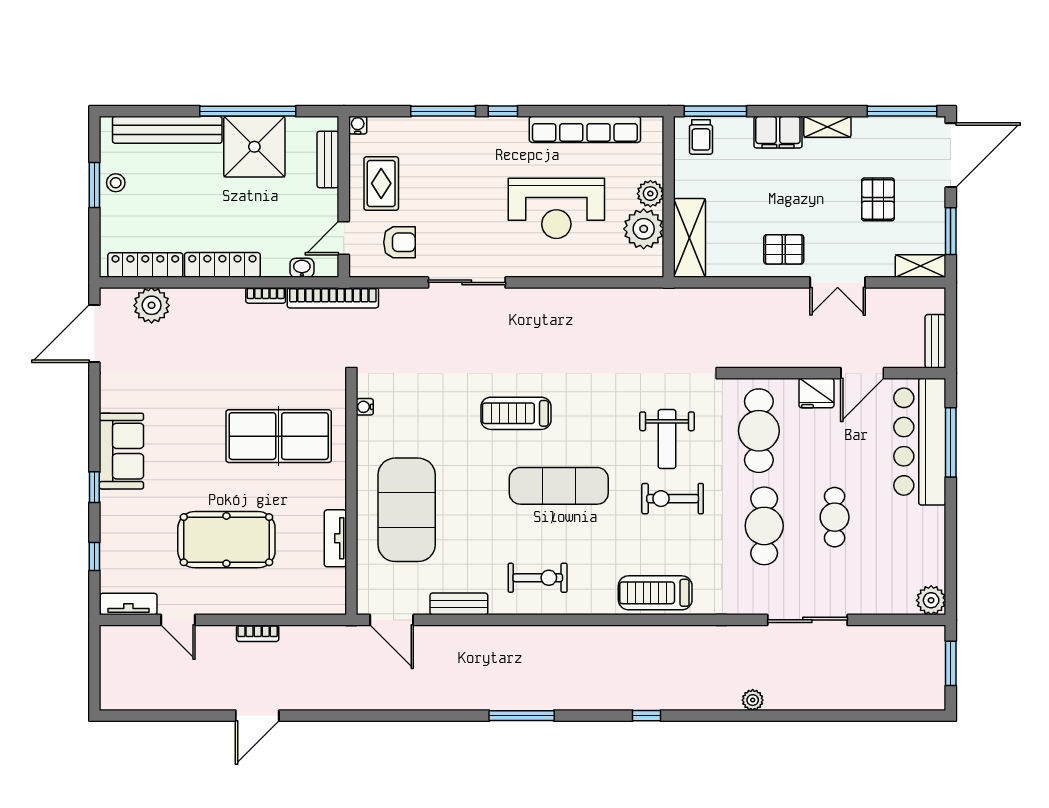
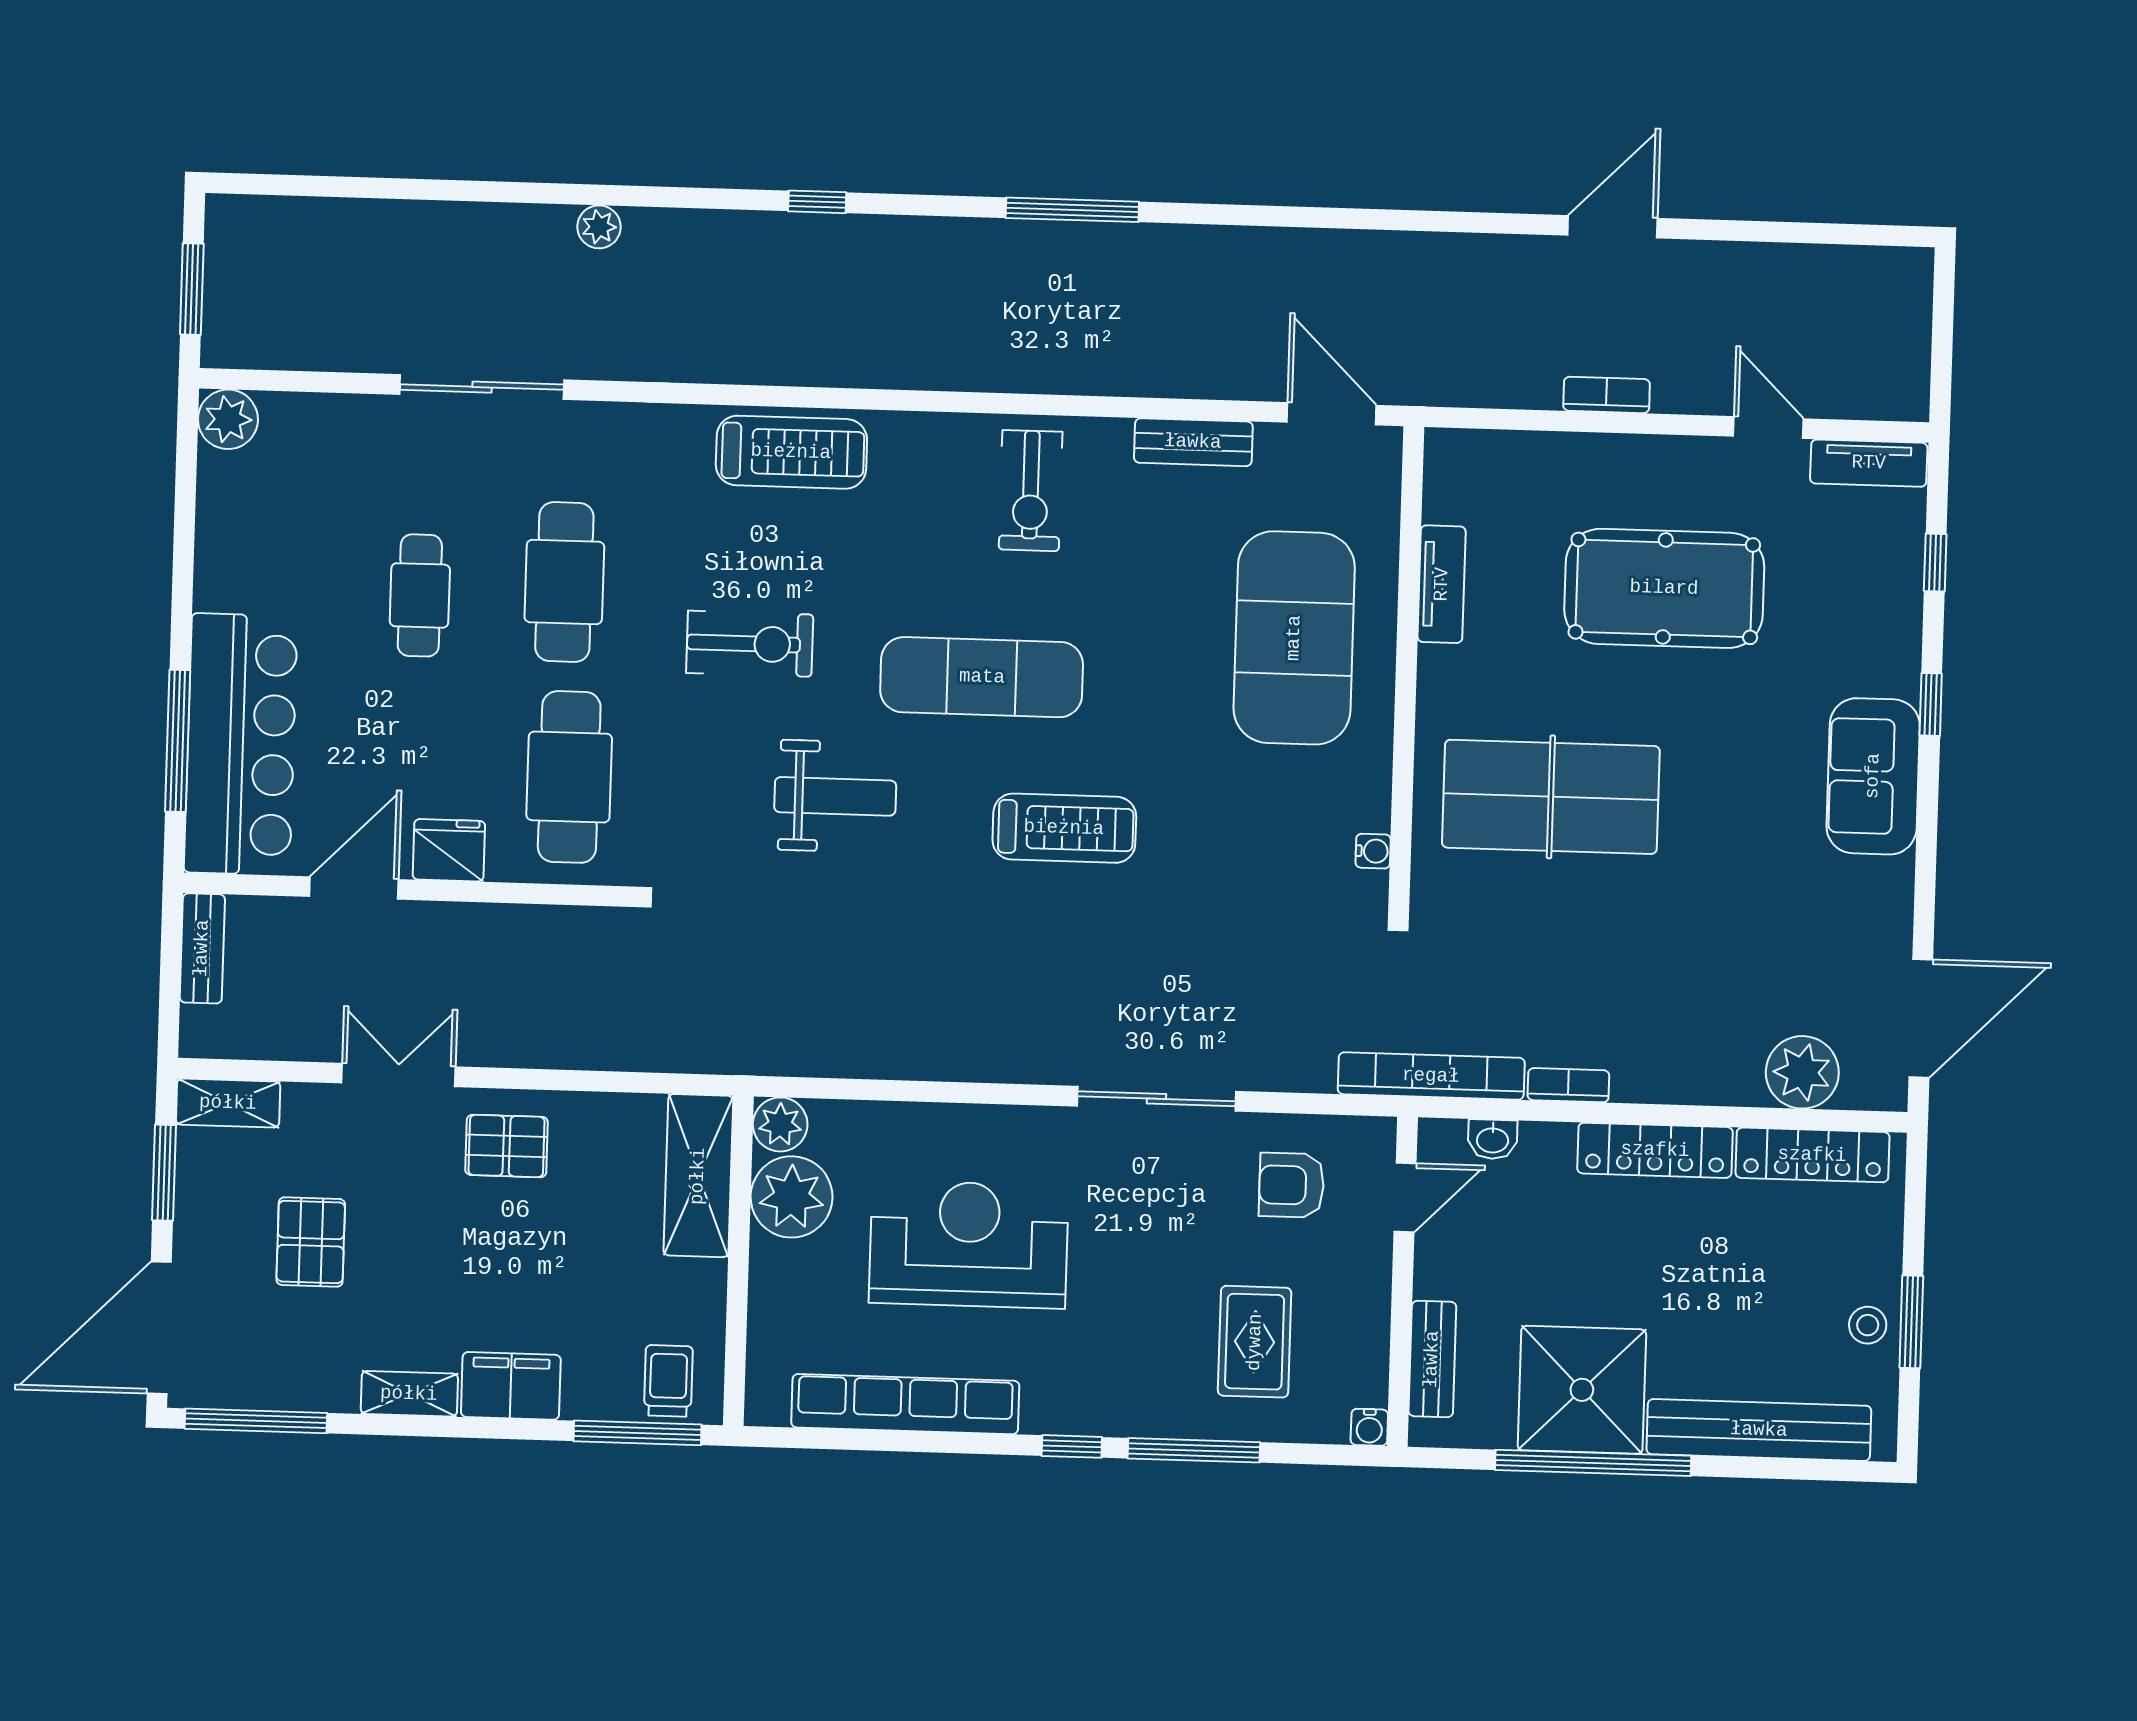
rug: (381, 183) -> (1255, 1342), moved
plant: (650, 194) -> (780, 1124), moved
weight bench: (667, 439) -> (835, 796), moved, turned 90
exercise bike: (538, 578) -> (1031, 491), turned -90

